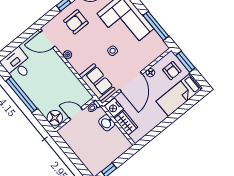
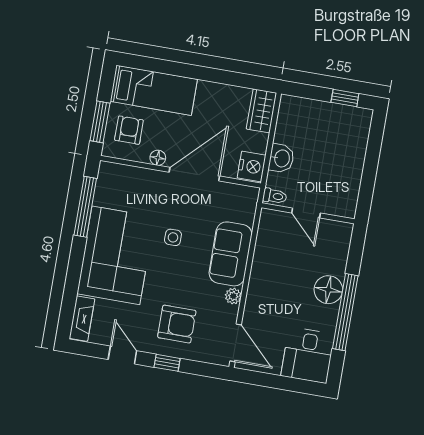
sofa: (97, 82) -> (231, 254), moved
floor lamp: (55, 118) -> (328, 290), moved
wardrobe: (126, 123) -> (261, 111), moved

